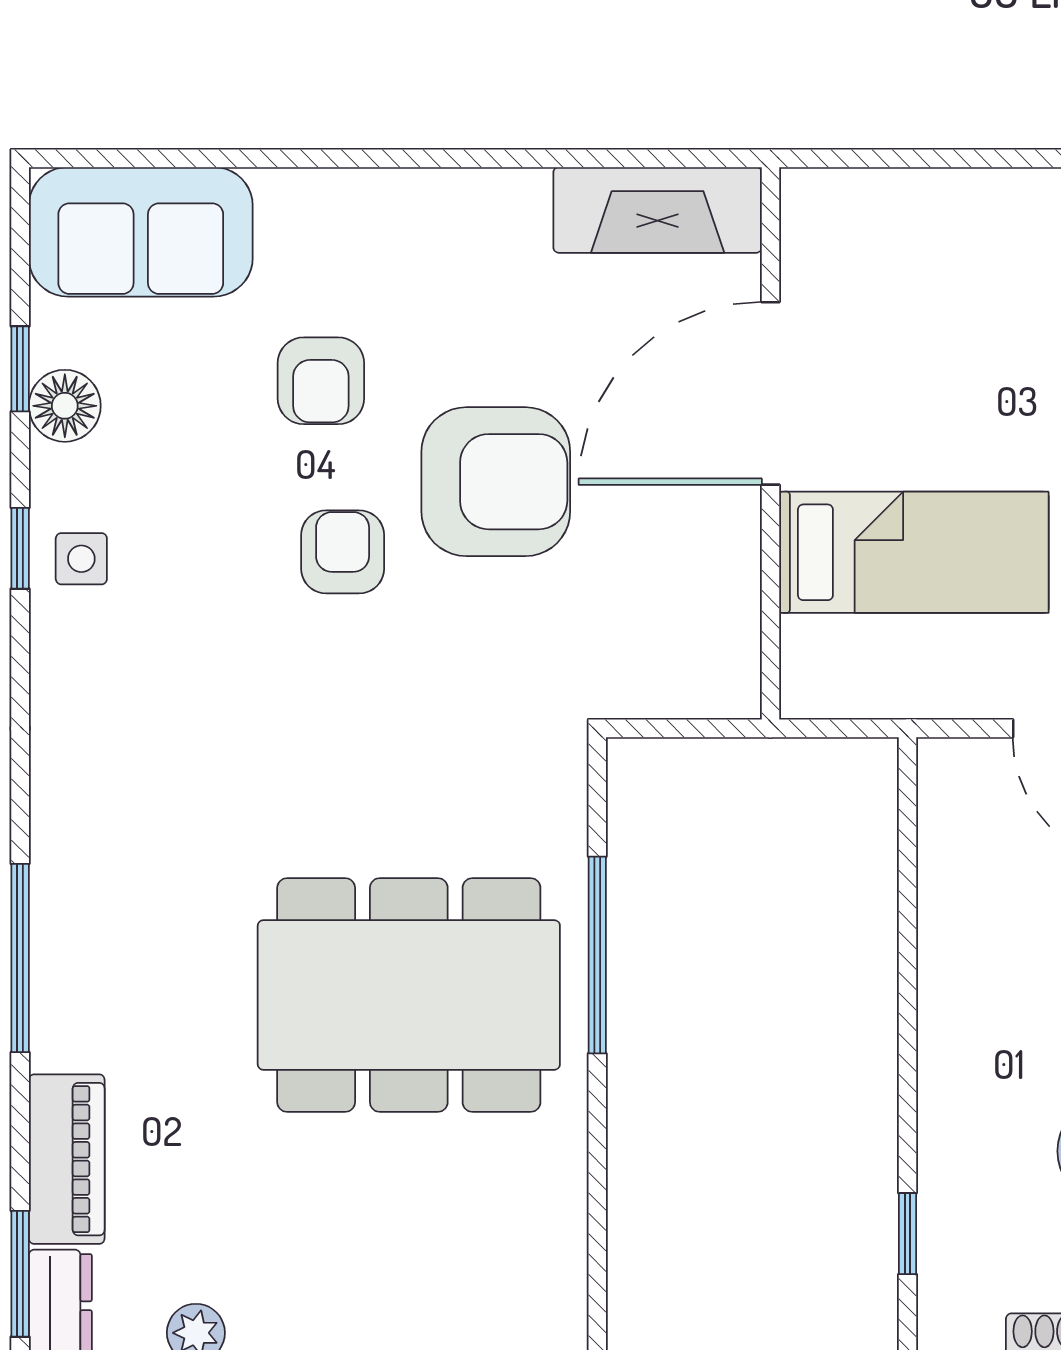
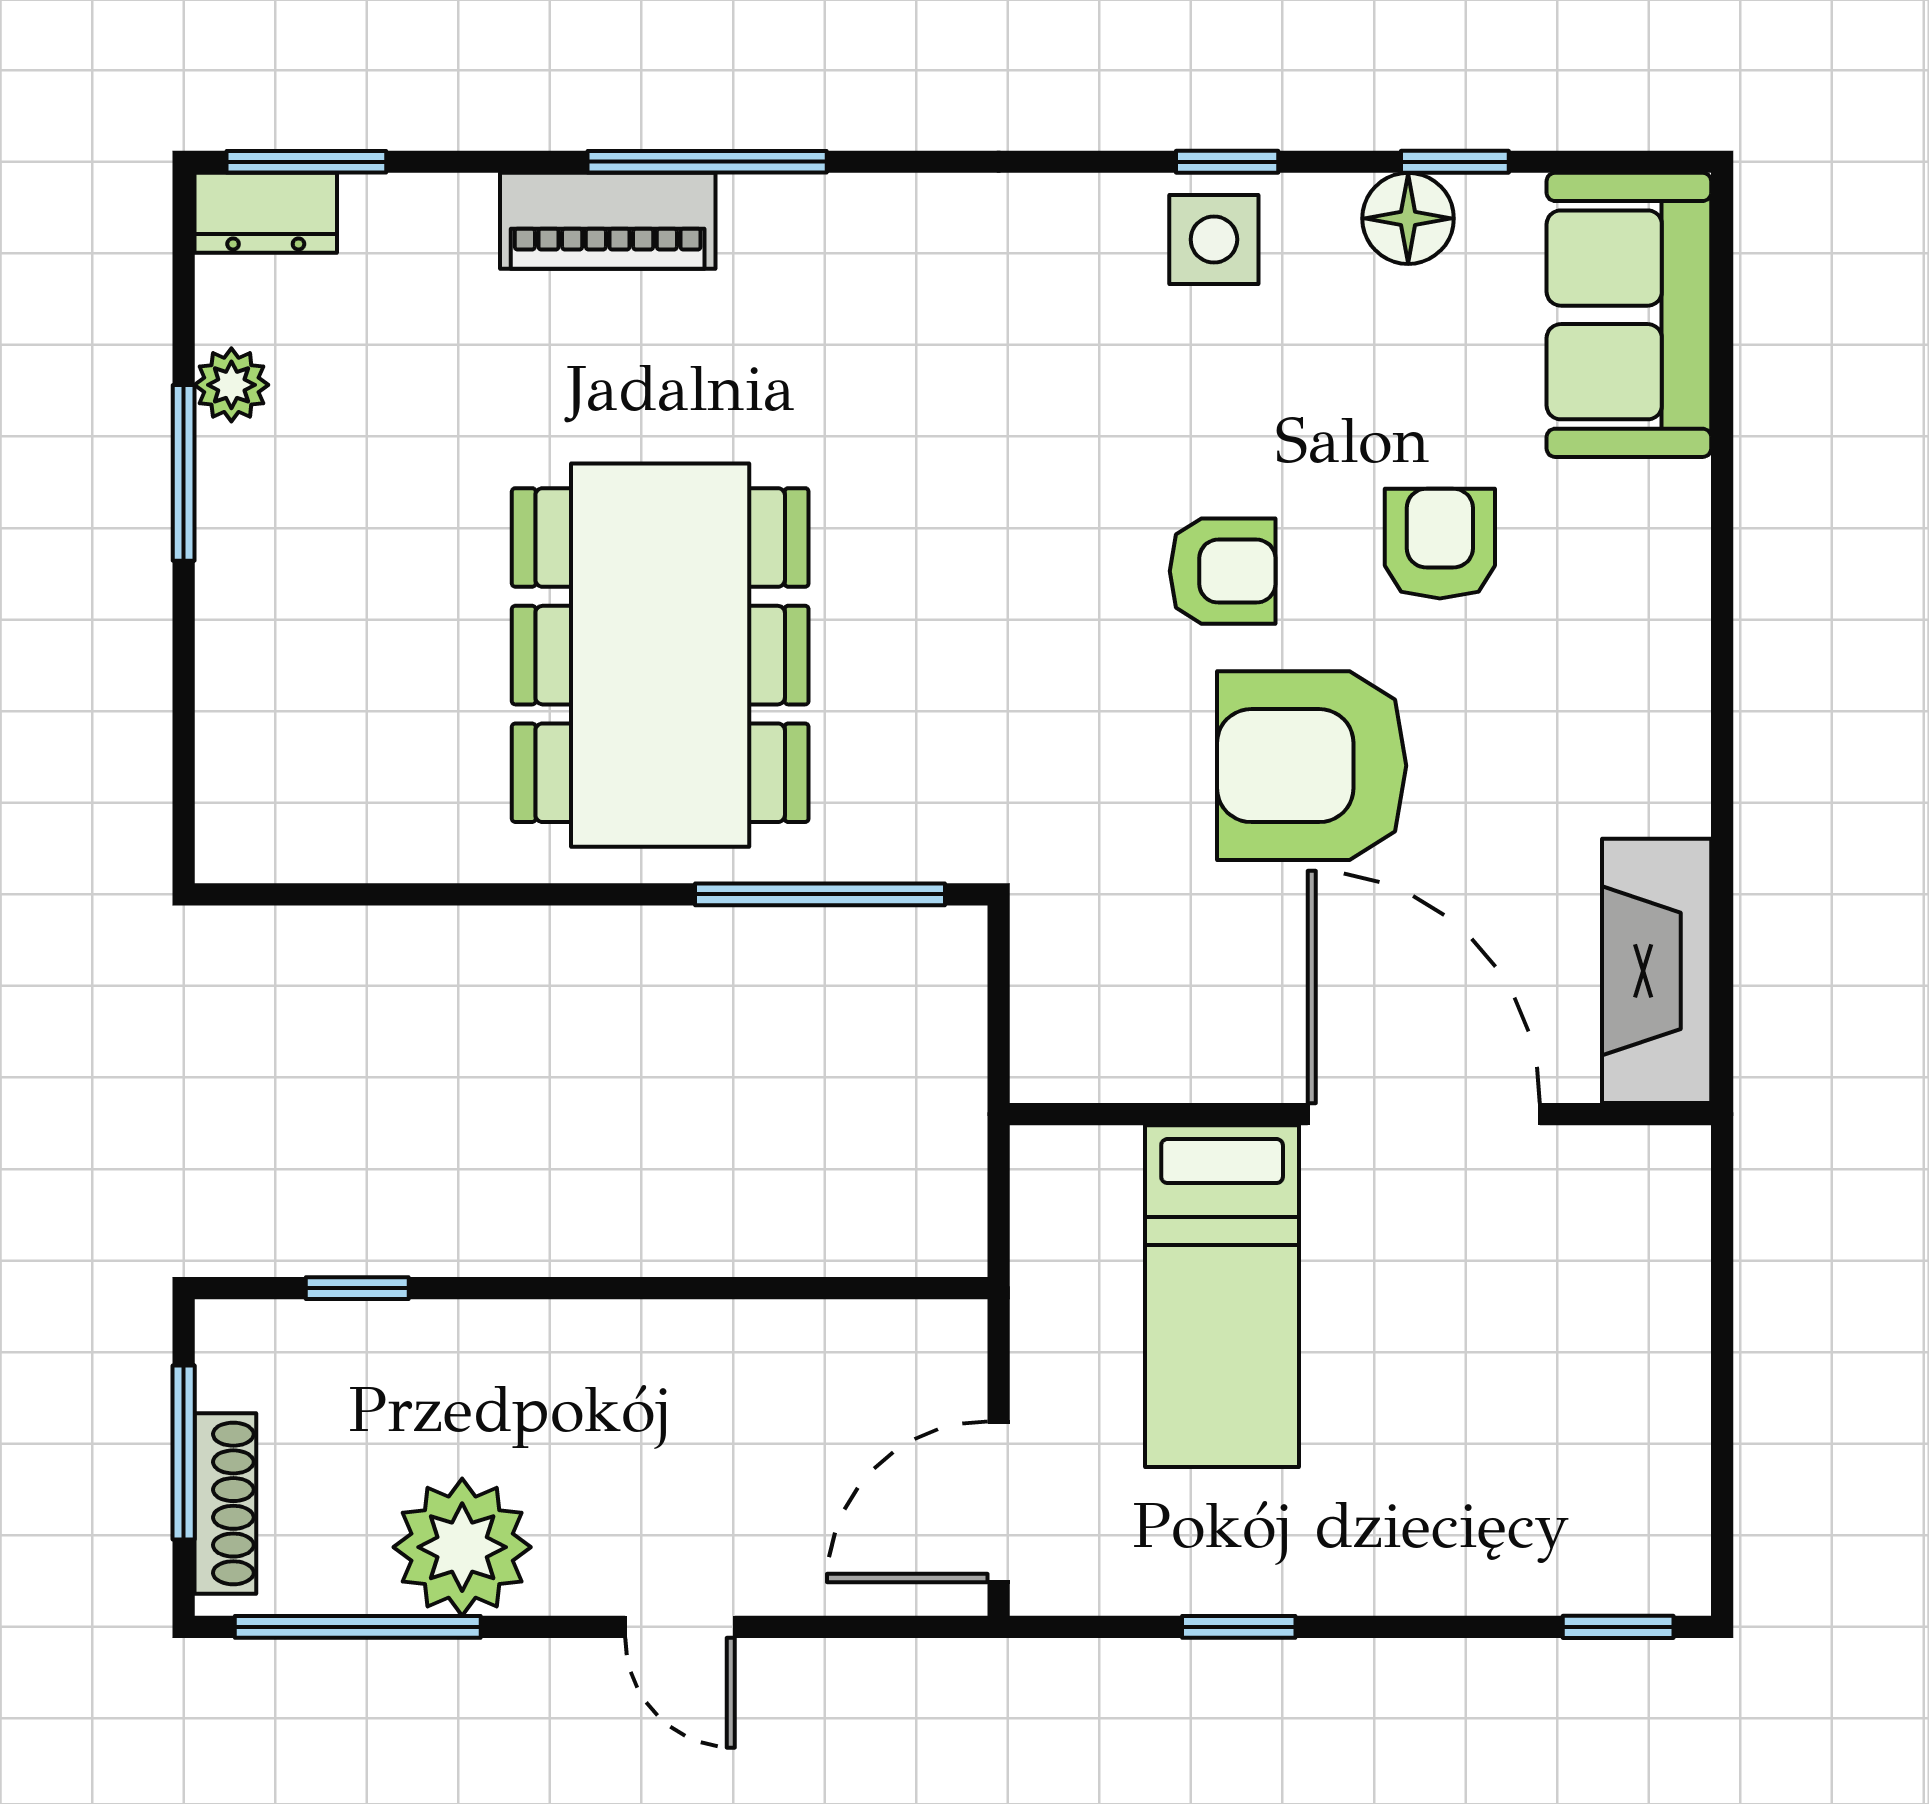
armchair: (321, 381) -> (1440, 544), turned 90
armchair: (496, 482) -> (1312, 766), turned 90
side table: (81, 559) -> (1214, 239), width x1.37, depth x1.37
window: (597, 955) -> (820, 894), moved
piano: (67, 1159) -> (608, 221), moved

